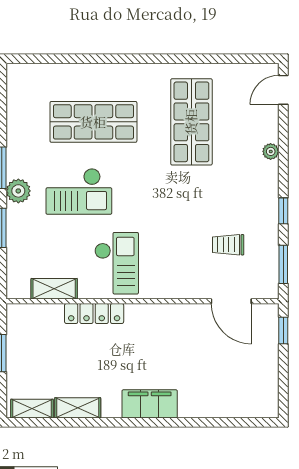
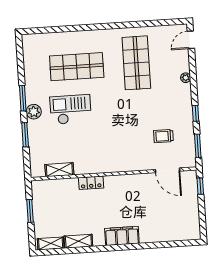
checkout: (79, 191) -> (71, 110), turned 180
checkout: (117, 263) -> (96, 152), removed
locker: (94, 313) -> (91, 183), width x0.66

